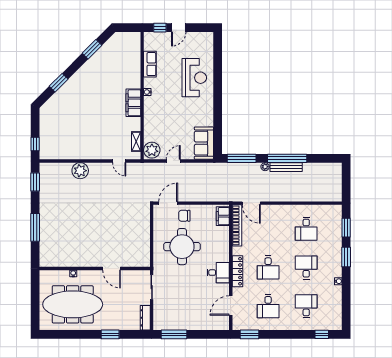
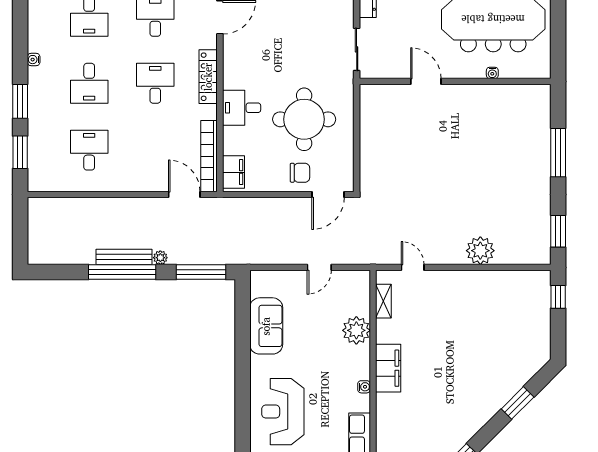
sofa: (204, 143) -> (266, 326), moved
plant: (152, 150) -> (356, 330), moved
desk: (218, 273) -> (242, 108), moved

